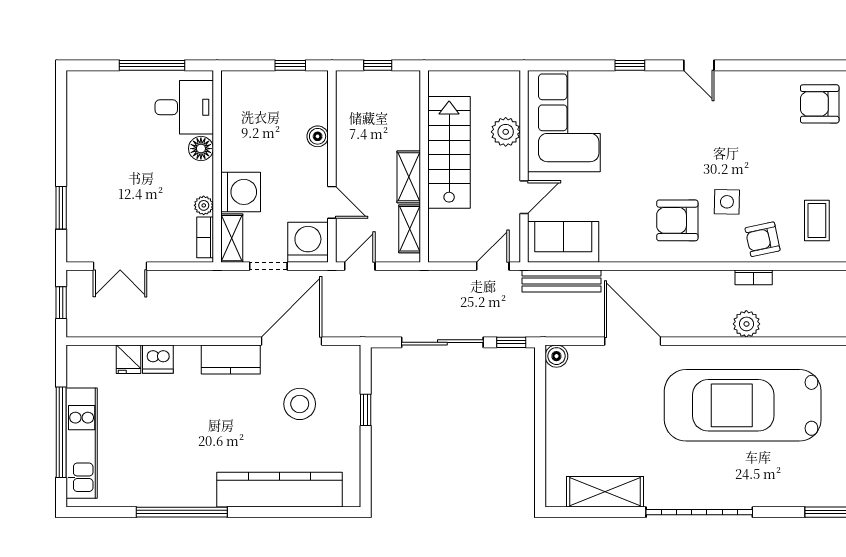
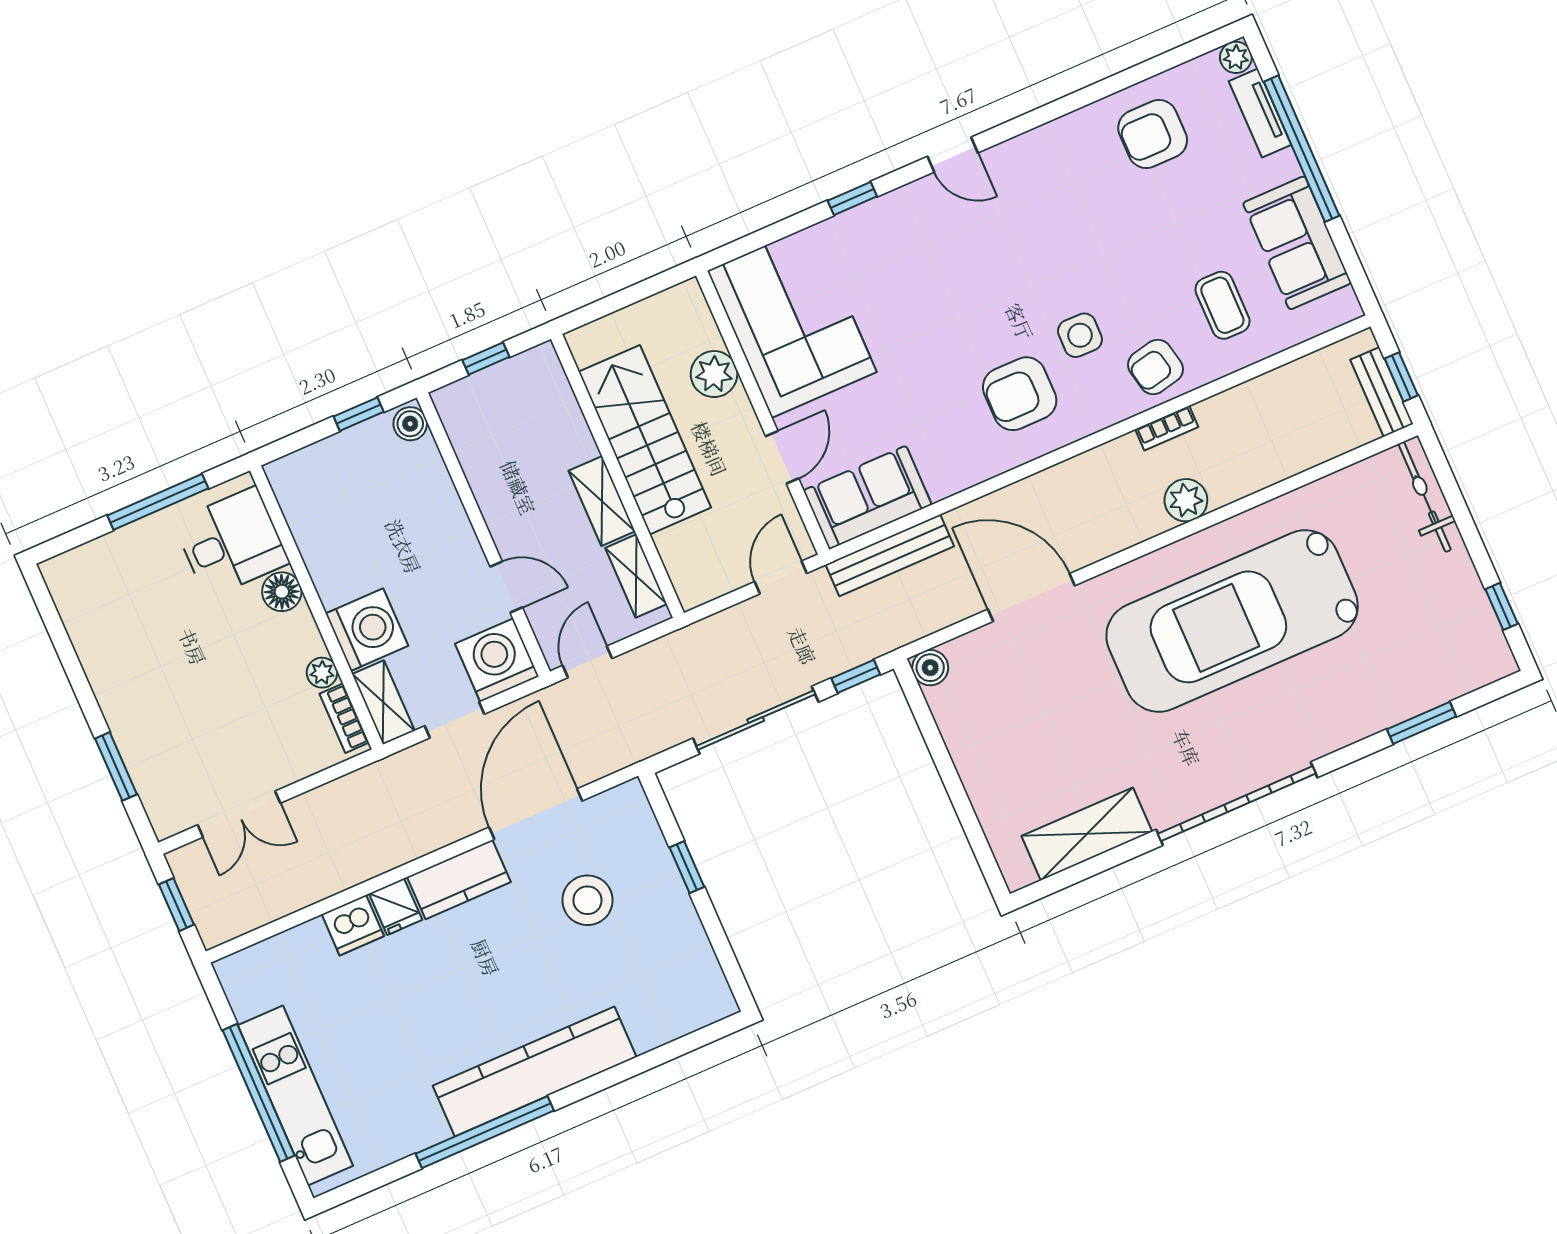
boiler: (318, 136) -> (410, 424), moved
fridge: (129, 359) -> (396, 907), moved
kitchen counter: (280, 490) -> (535, 1071), moved

